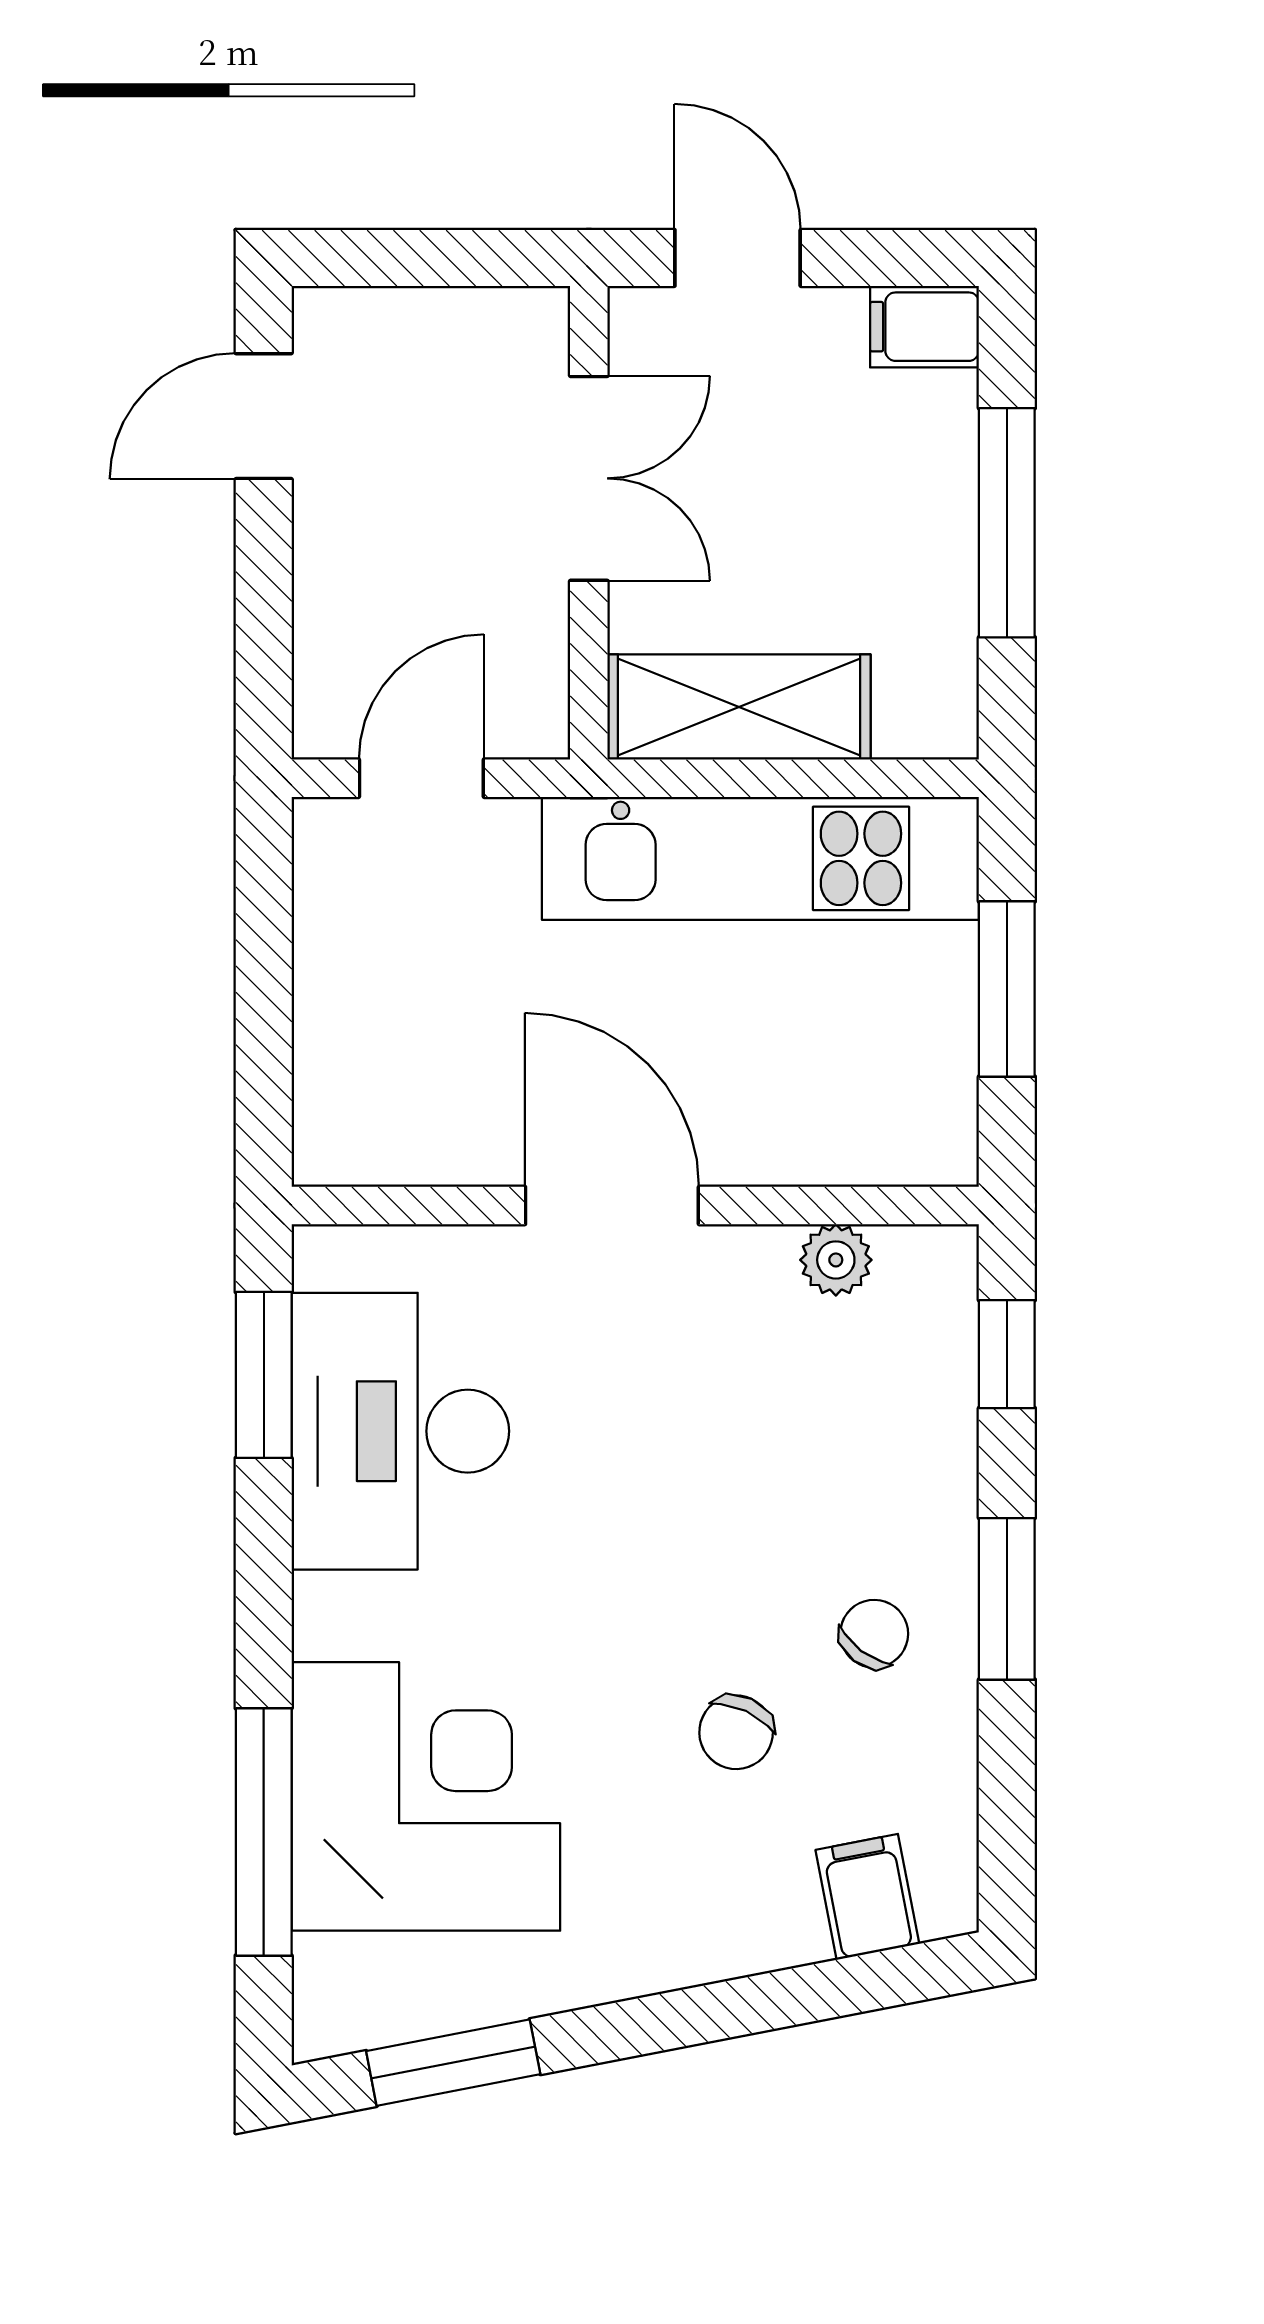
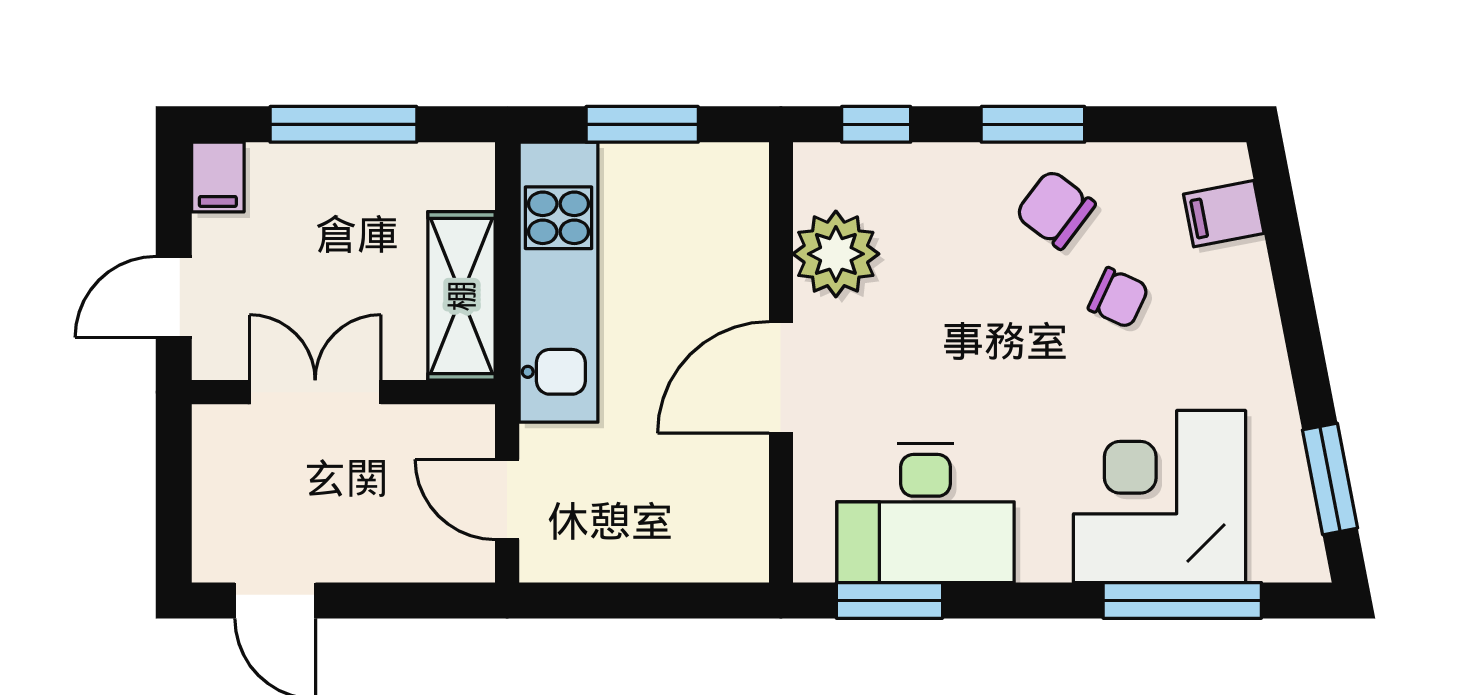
plant: (836, 1260) -> (836, 254), width x1.88, depth x1.88
chair: (874, 1634) -> (1055, 209), width x1.37, depth x1.37

